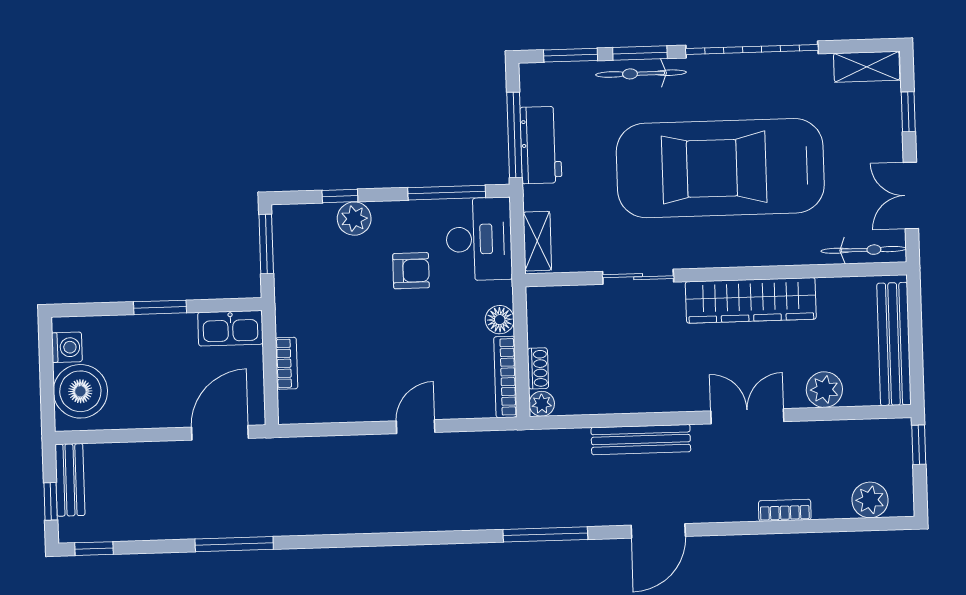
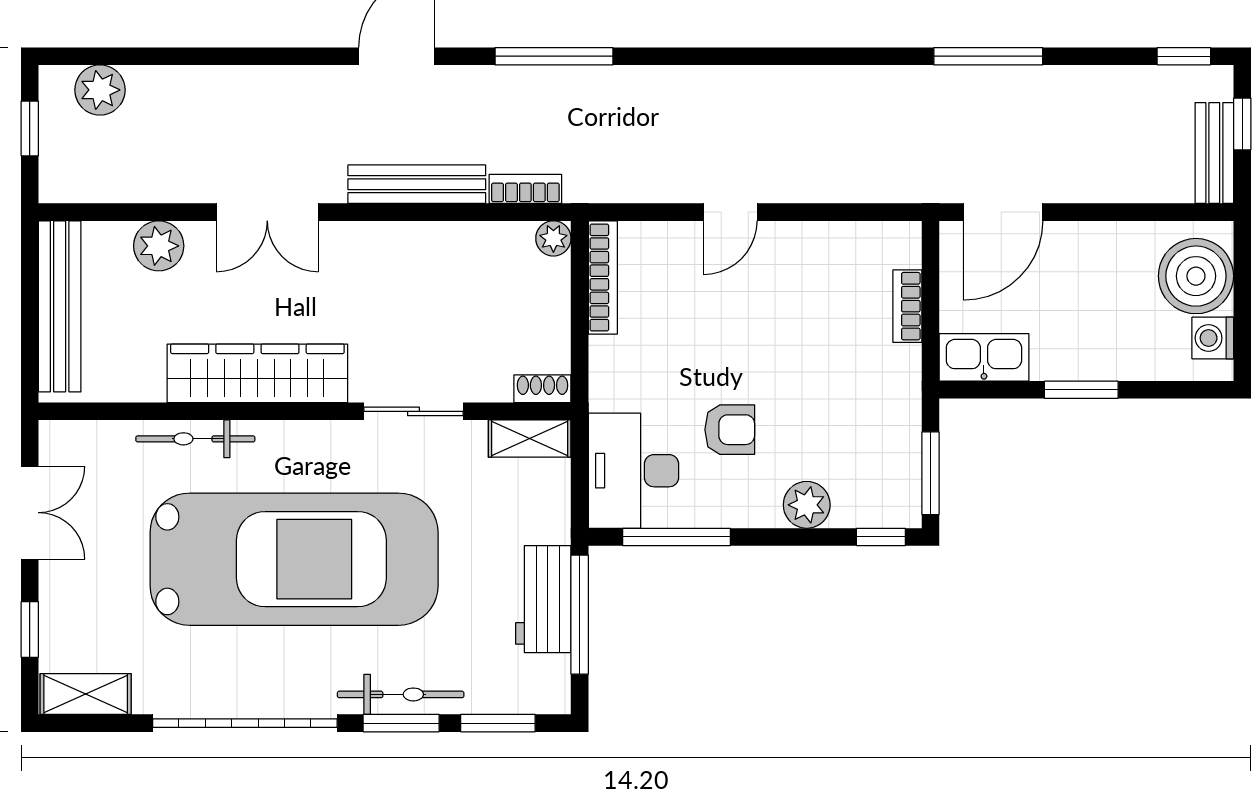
window: (340, 196) -> (881, 537), moved
shelving: (537, 241) -> (530, 439), moved, turned 90
bicycle: (864, 250) -> (195, 439), moved
armchair: (411, 271) -> (730, 430), turned 180
floor lamp: (500, 320) -> (608, 358), removed
shoe rack: (538, 368) -> (542, 389), moved, turned 90
window: (919, 445) -> (30, 129), moved
bookcase: (785, 510) -> (525, 189), moved, turned 180

